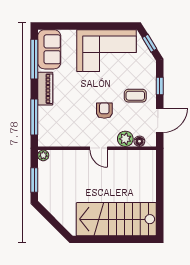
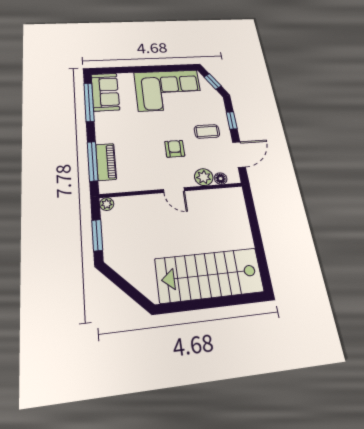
piano: (45, 89) -> (106, 162), moved

